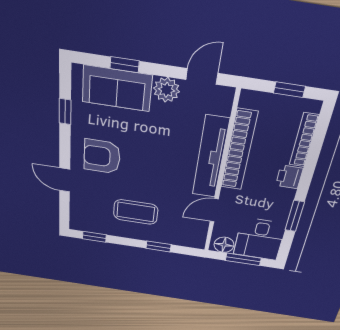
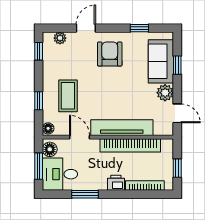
plant: (78, 211) -> (60, 38), added
coffee table: (136, 212) -> (68, 96), moved
floor lamp: (196, 242) -> (48, 128), added

